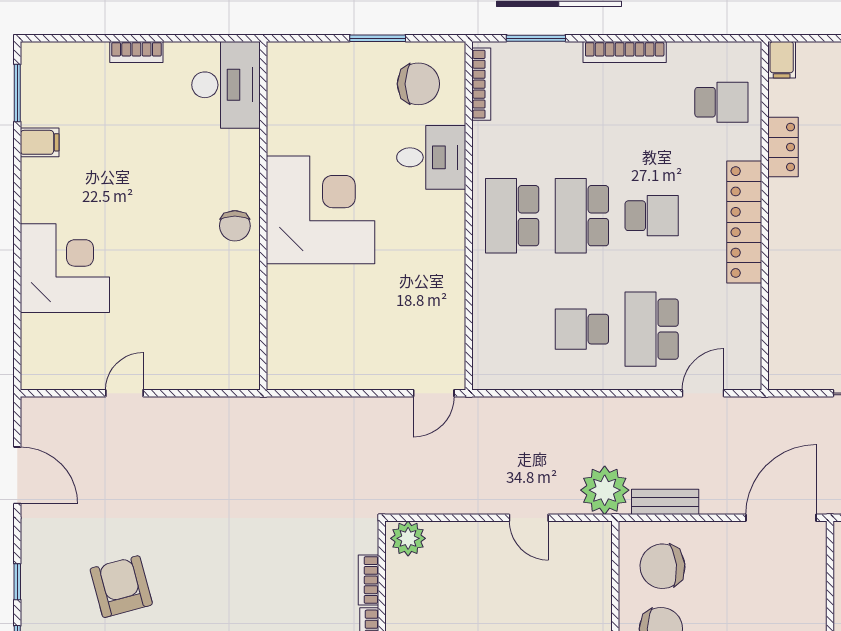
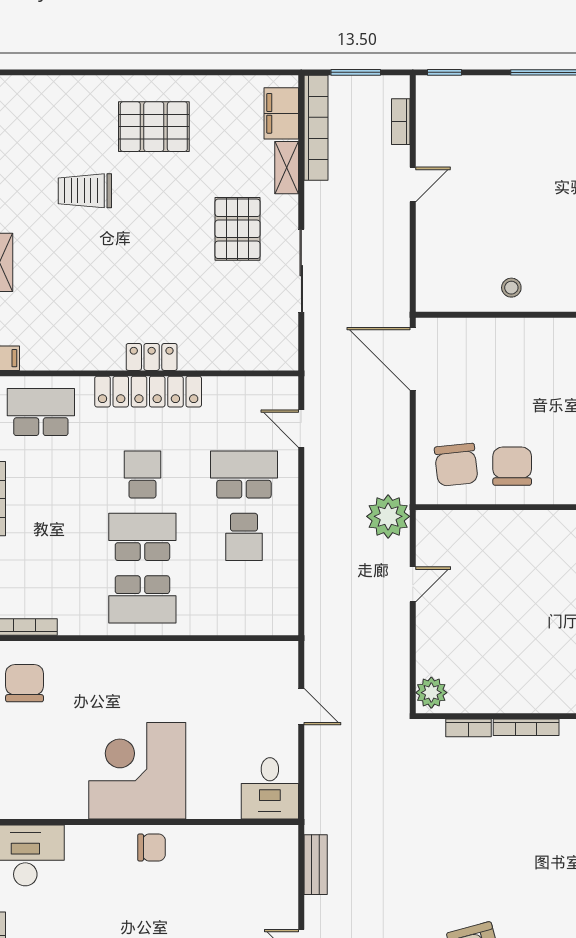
school desk: (721, 102) -> (41, 412), width x1.85
locker: (783, 147) -> (152, 357), moved
desk: (431, 157) -> (270, 788), moved, turned 180
school desk: (582, 216) -> (142, 537), turned 180
school desk: (652, 329) -> (244, 474), turned 180
door: (434, 393) -> (301, 707), moved
bench: (665, 502) -> (316, 865), moved

